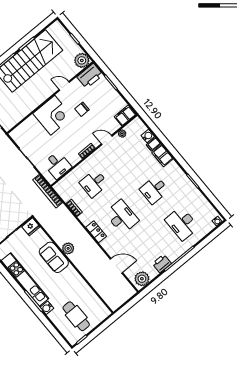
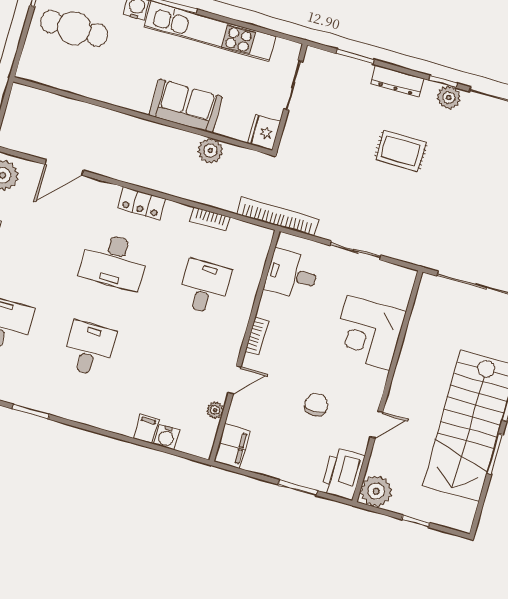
corner desk: (53, 115) -> (368, 333), moved
filing cabinet: (162, 156) -> (116, 420), removed
plant: (68, 248) -> (210, 151), moved

